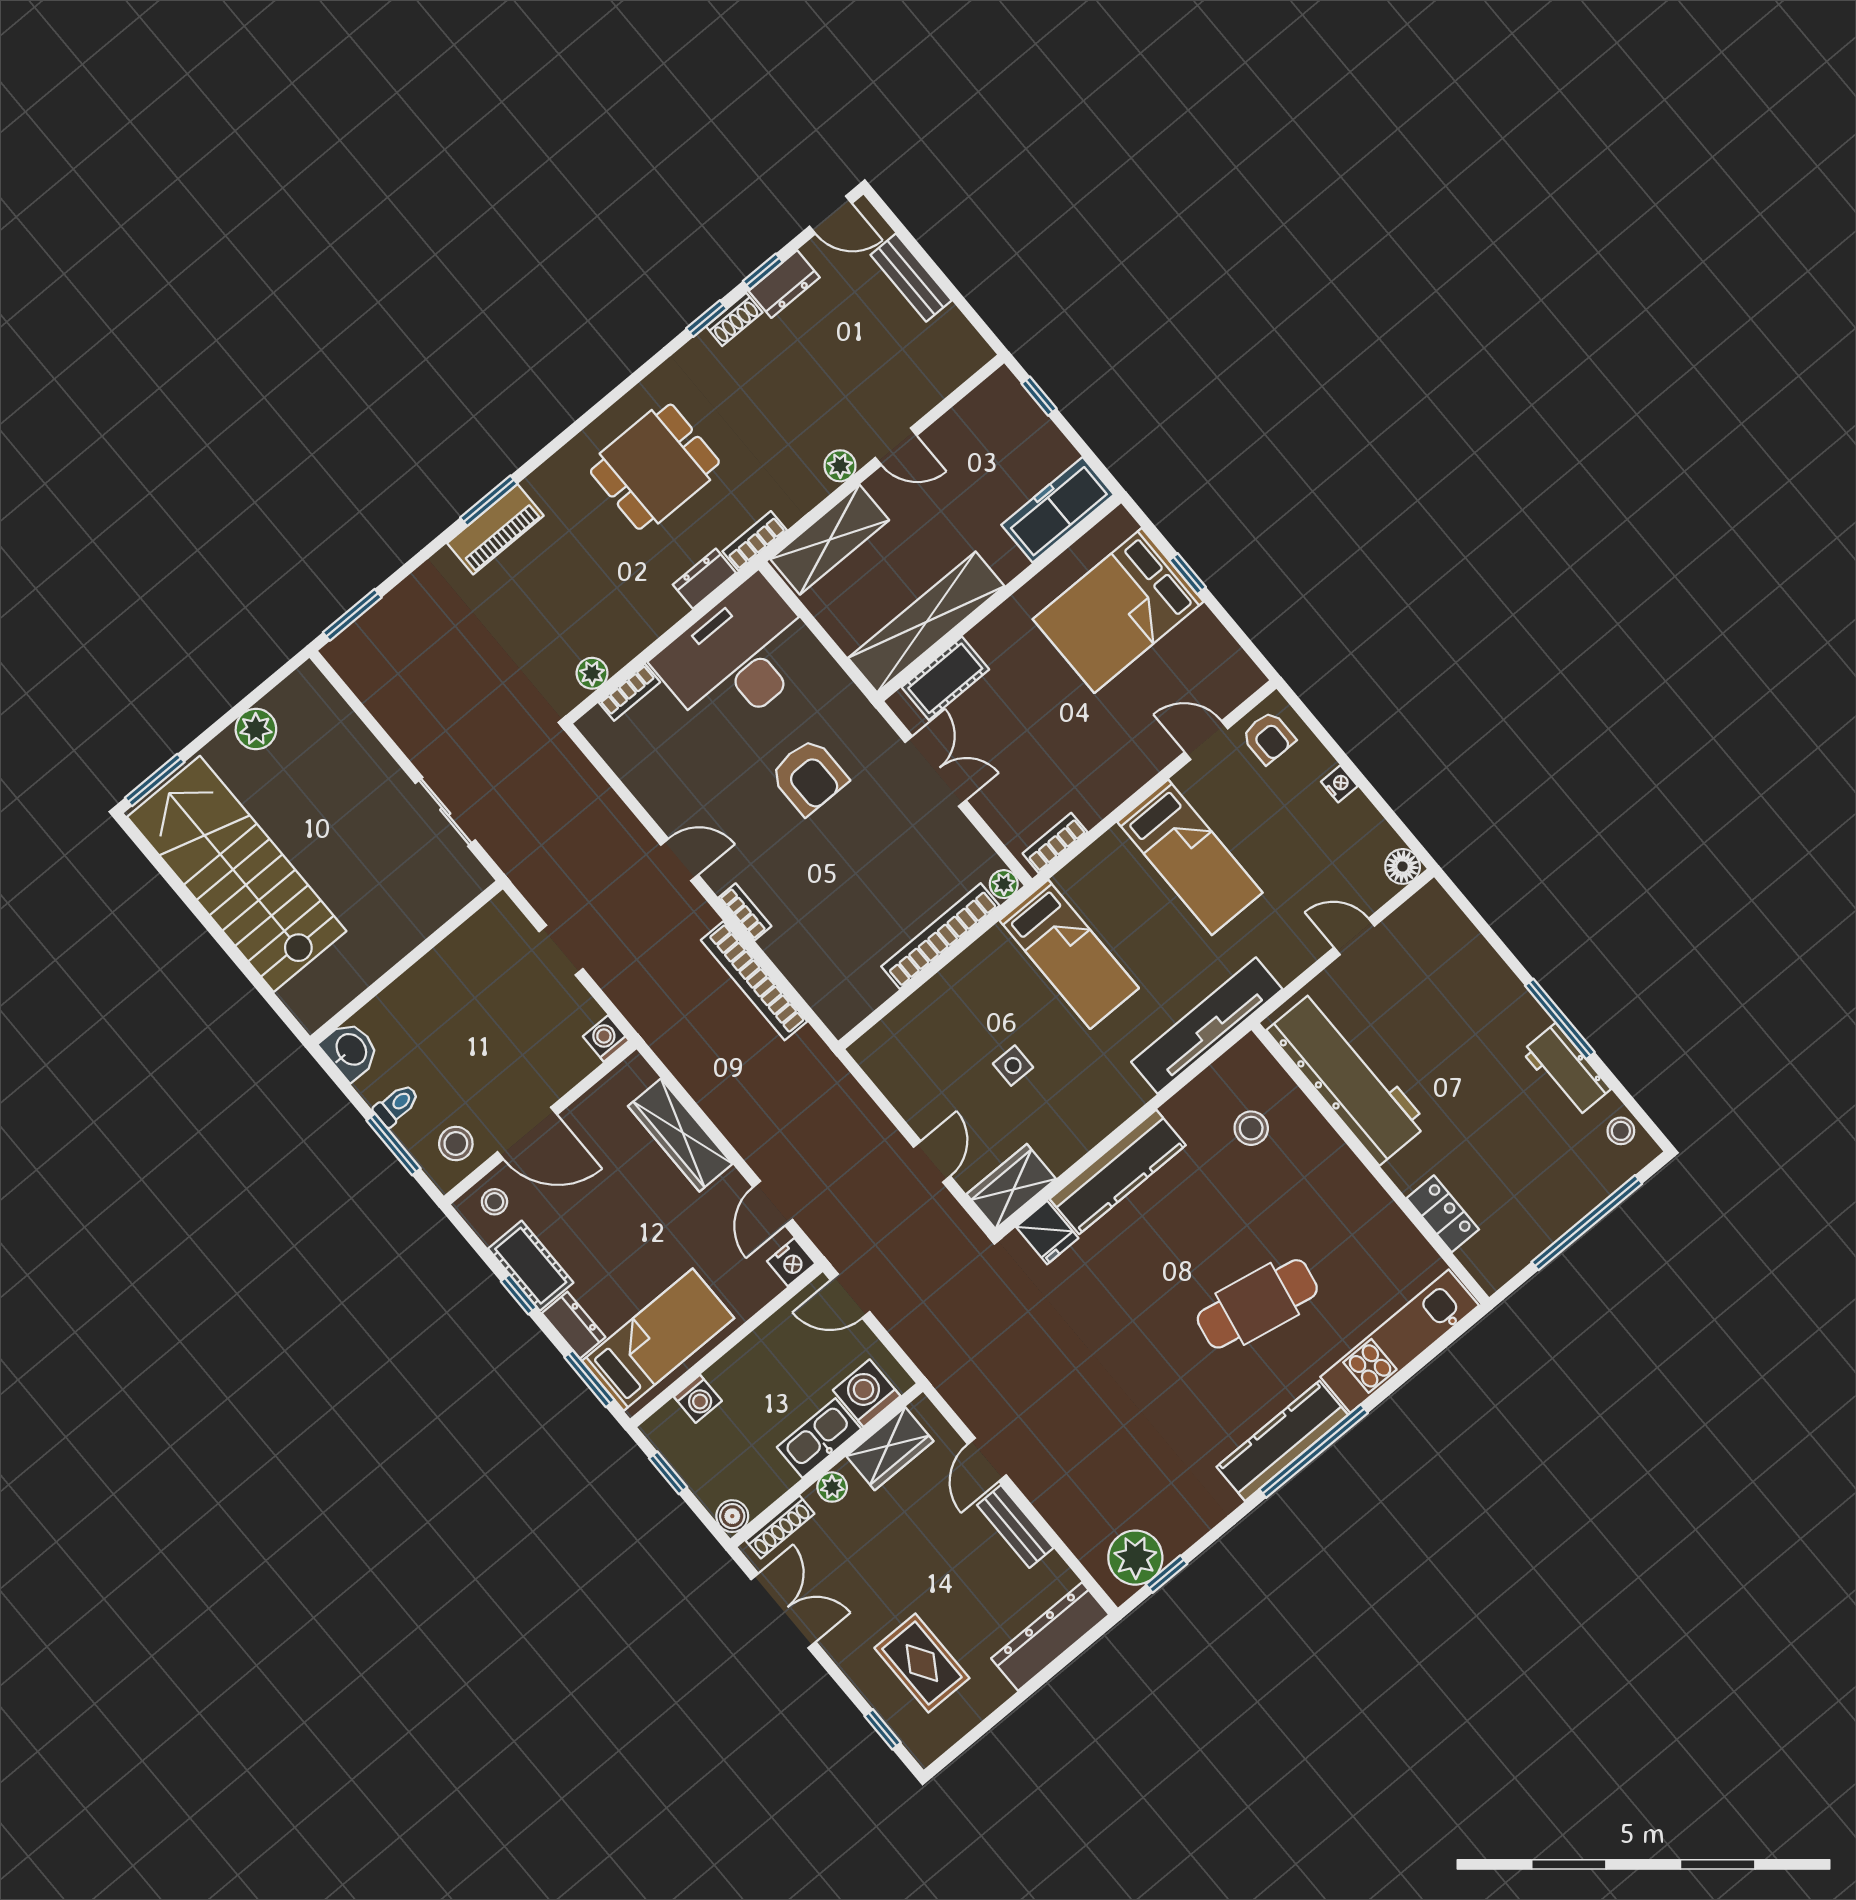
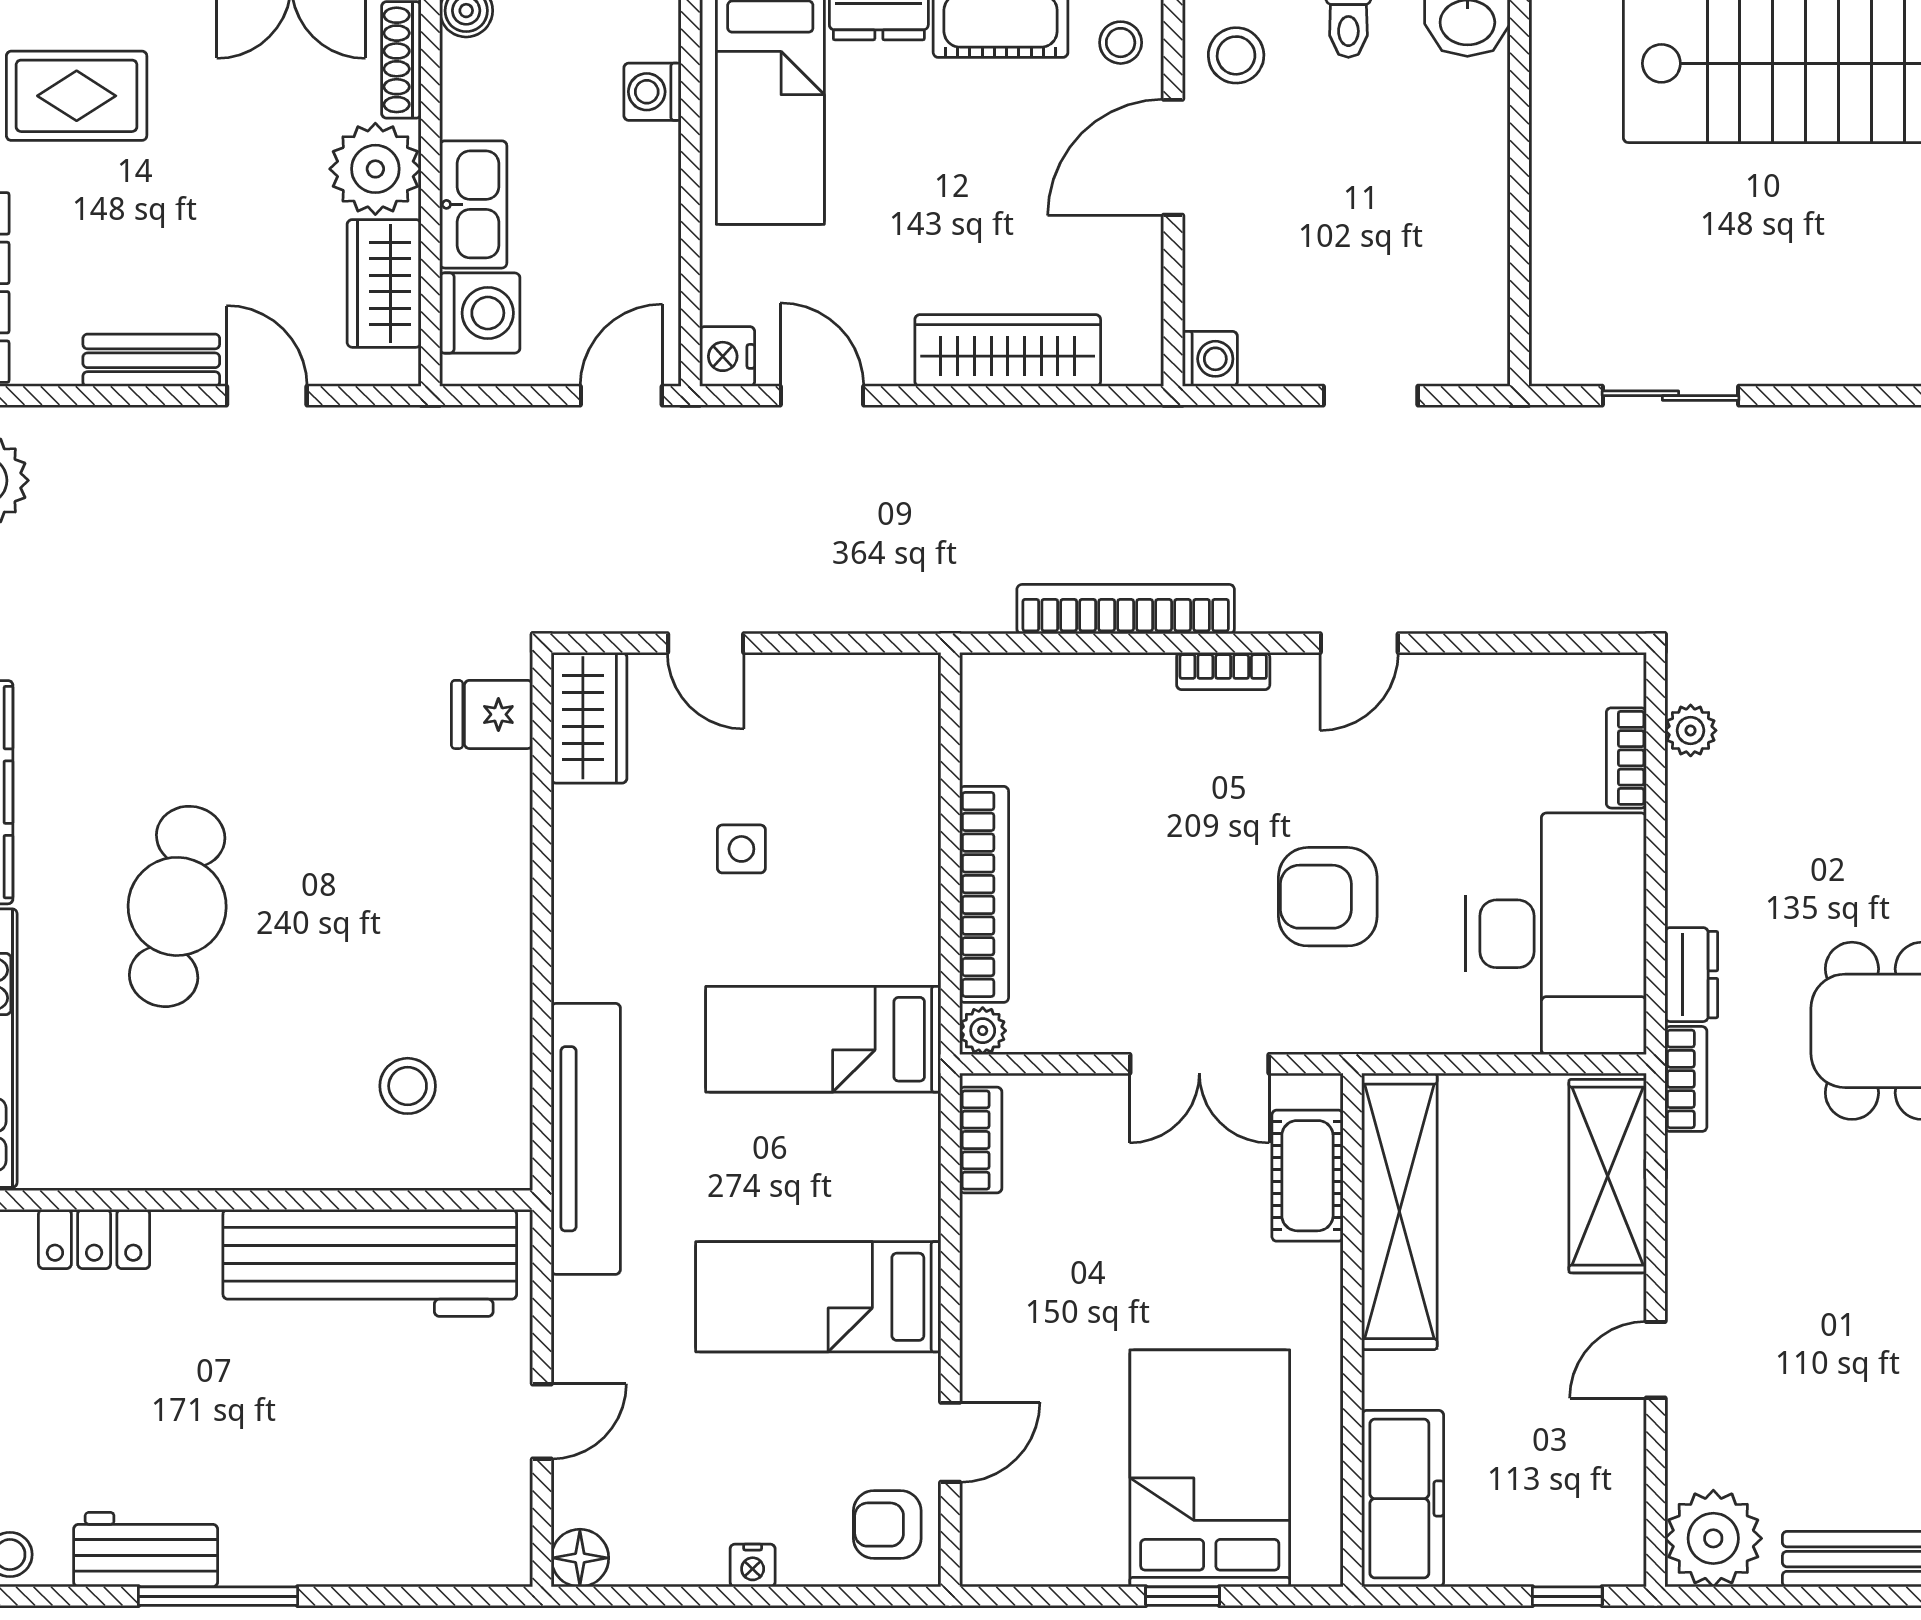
plant: (840, 466) -> (1713, 1538), moved, width x1.88, depth x1.88
kitchen counter: (1118, 1172) -> (494, 869), removed
plant: (832, 1487) -> (375, 169), width x1.87, depth x1.87

